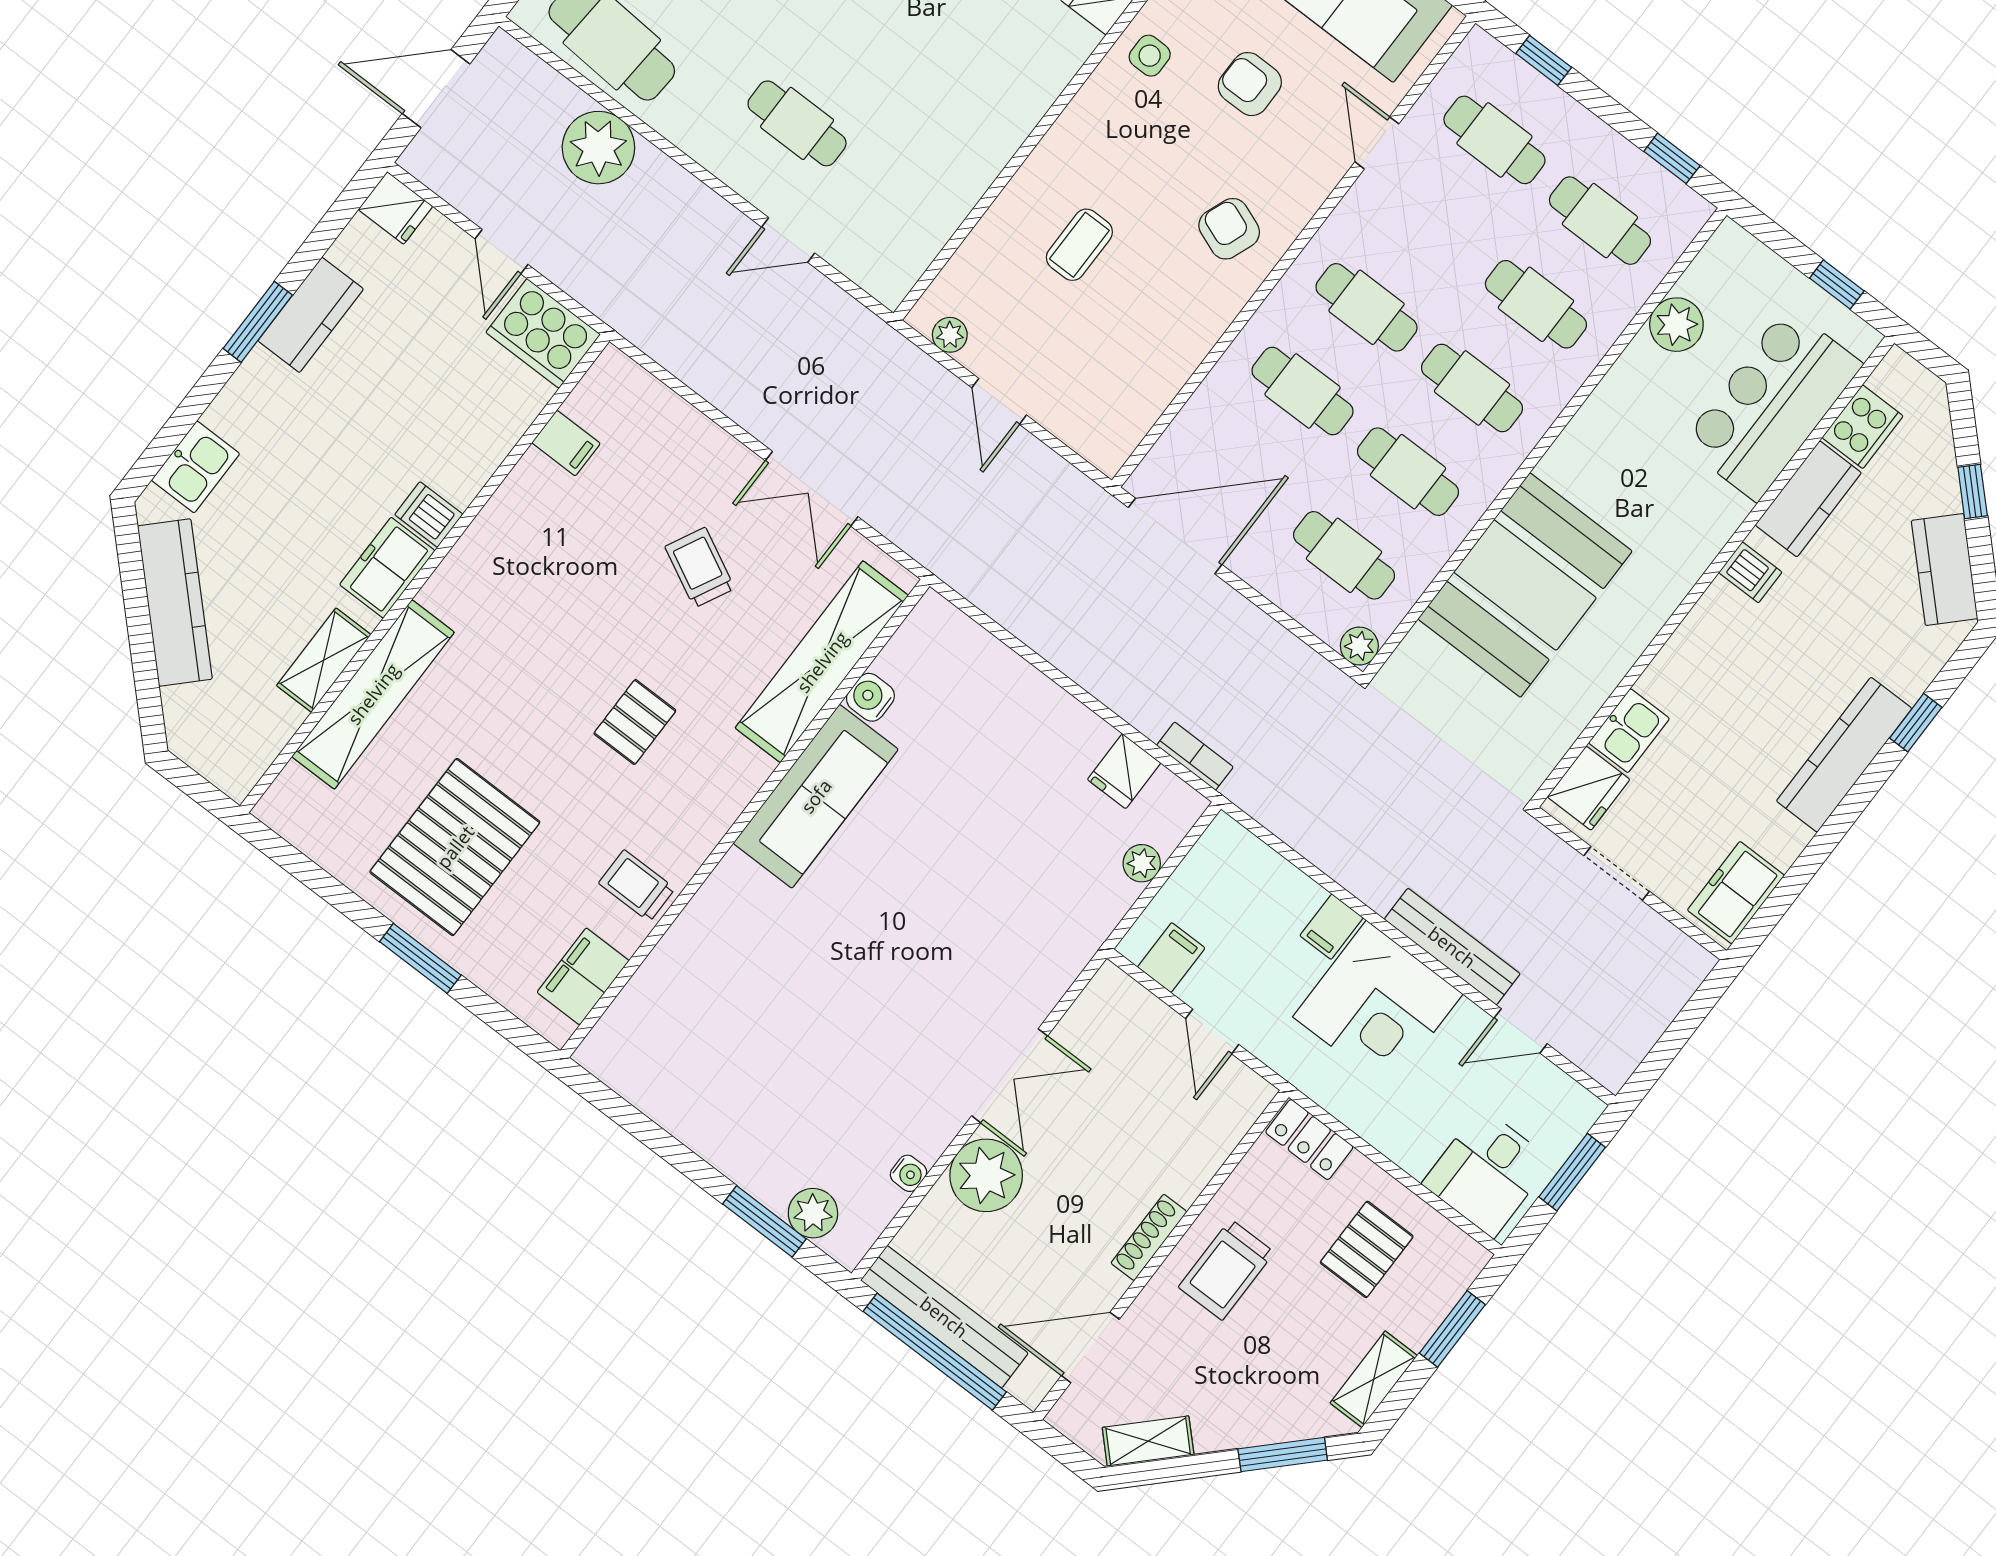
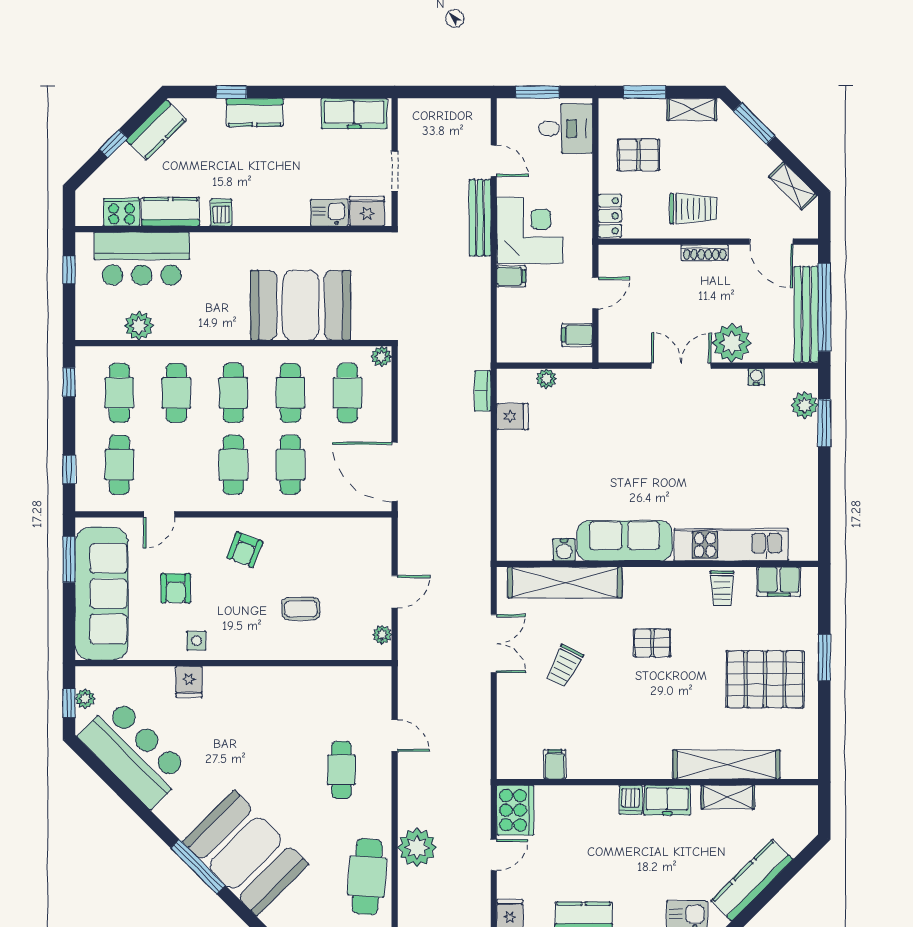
kitchen counter: (1844, 755) -> (255, 112), width x0.67
freezer: (1736, 893) -> (354, 114), width x1.40
kitchen unit: (690, 948) -> (731, 545), added

